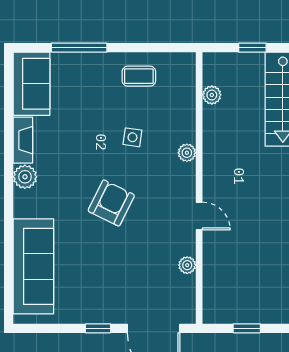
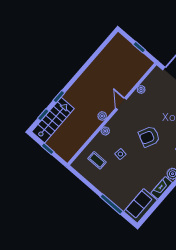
coffee table: (139, 76) -> (97, 160), moved
plant: (212, 95) -> (102, 116), moved

